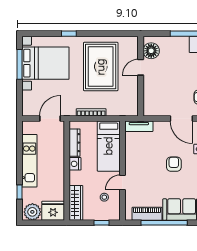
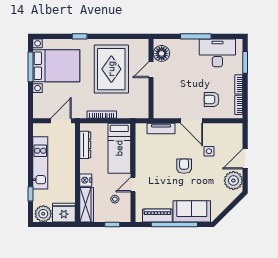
tv unit: (139, 126) -> (161, 129), moved
nightstand: (75, 164) -> (86, 180), moved

